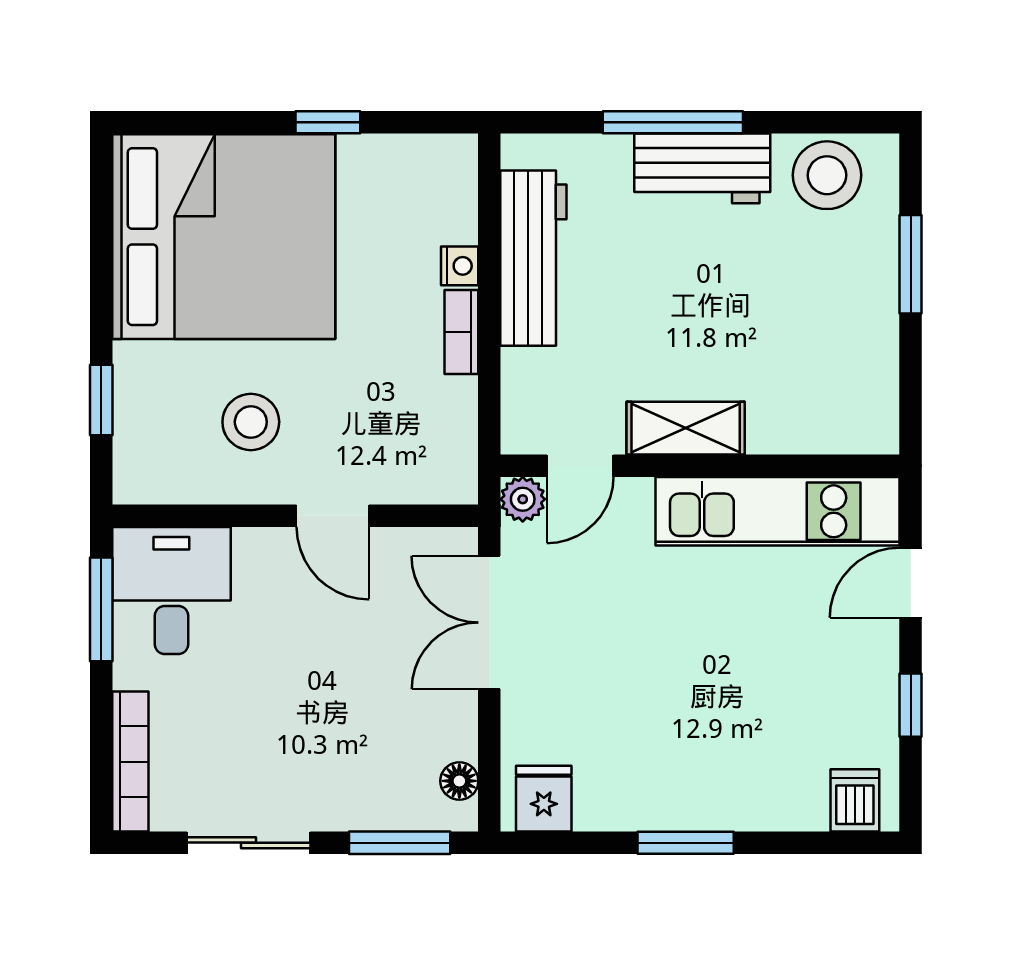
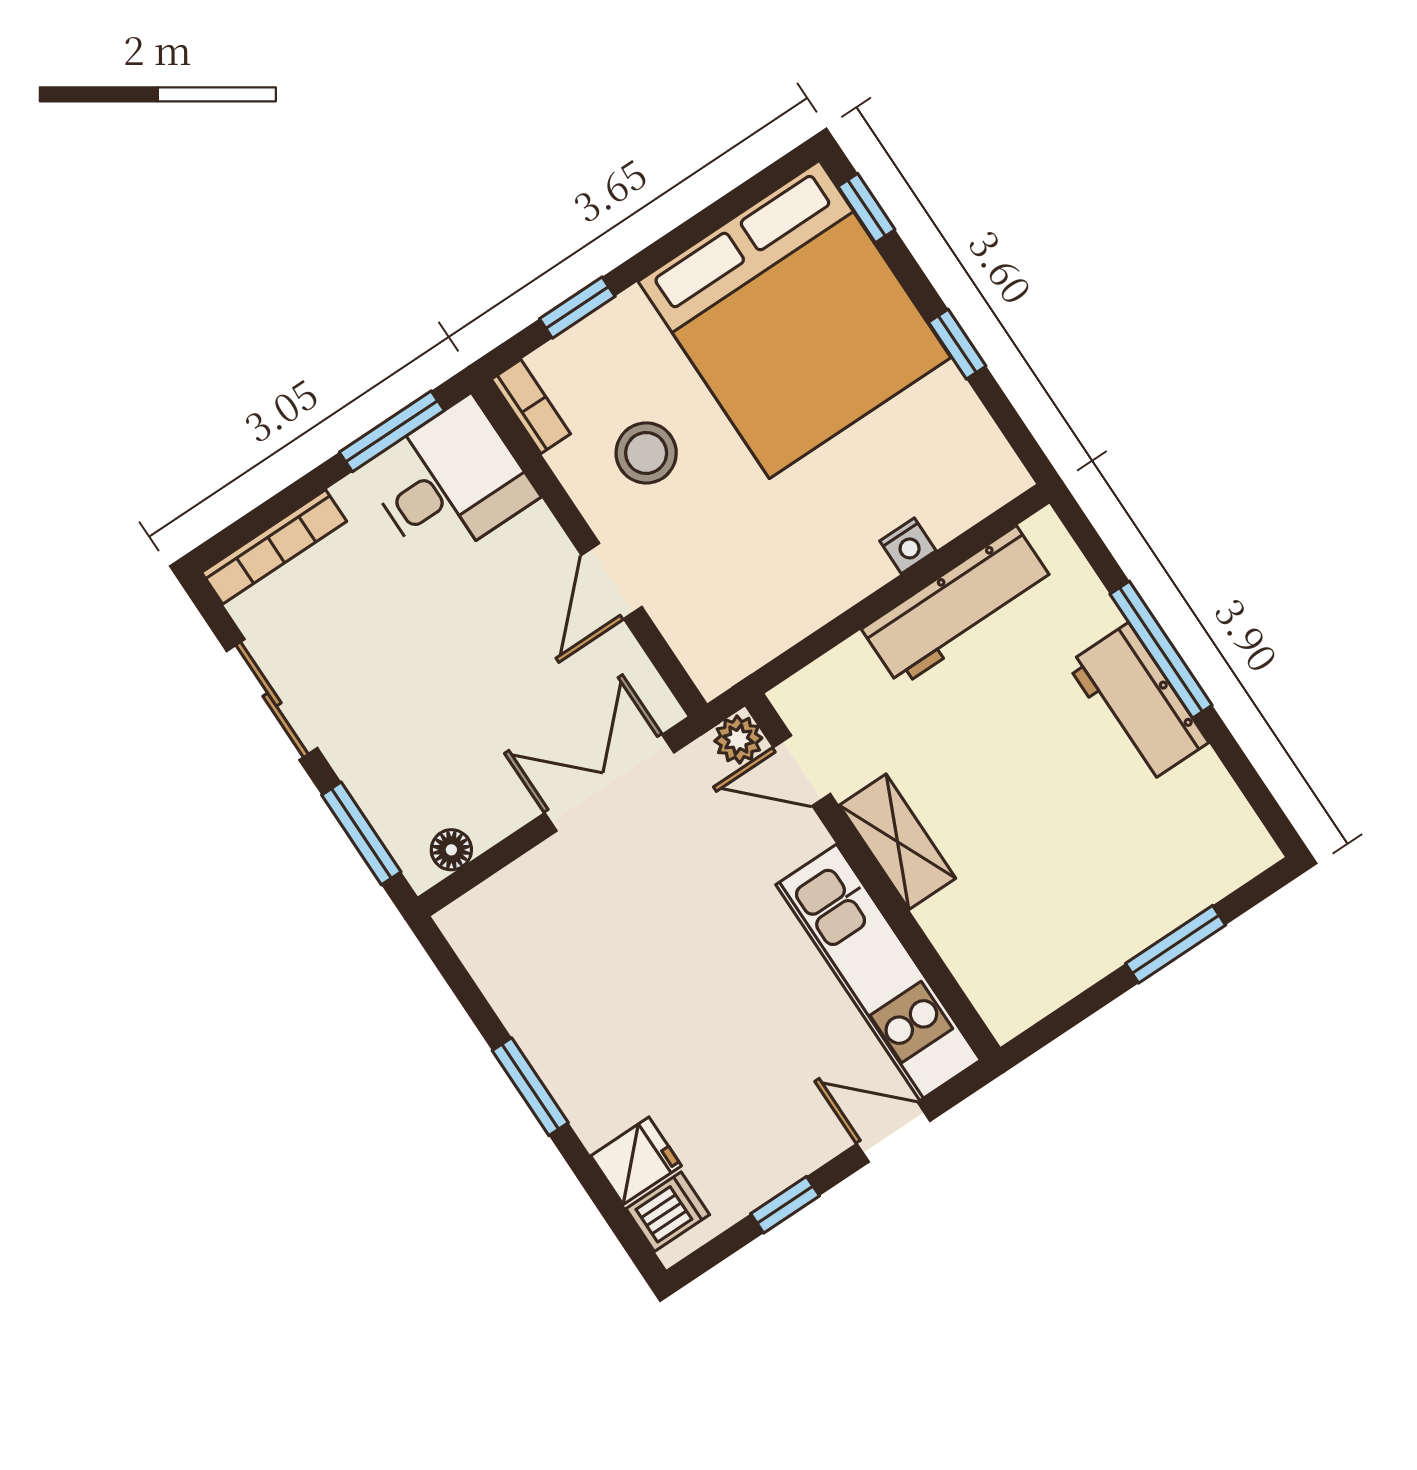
window: (174, 122) -> (867, 208), added
stool: (827, 175) -> (1205, 818), removed
bookcase: (461, 332) -> (531, 406), moved, turned 90
fridge: (544, 799) -> (636, 1161), moved

